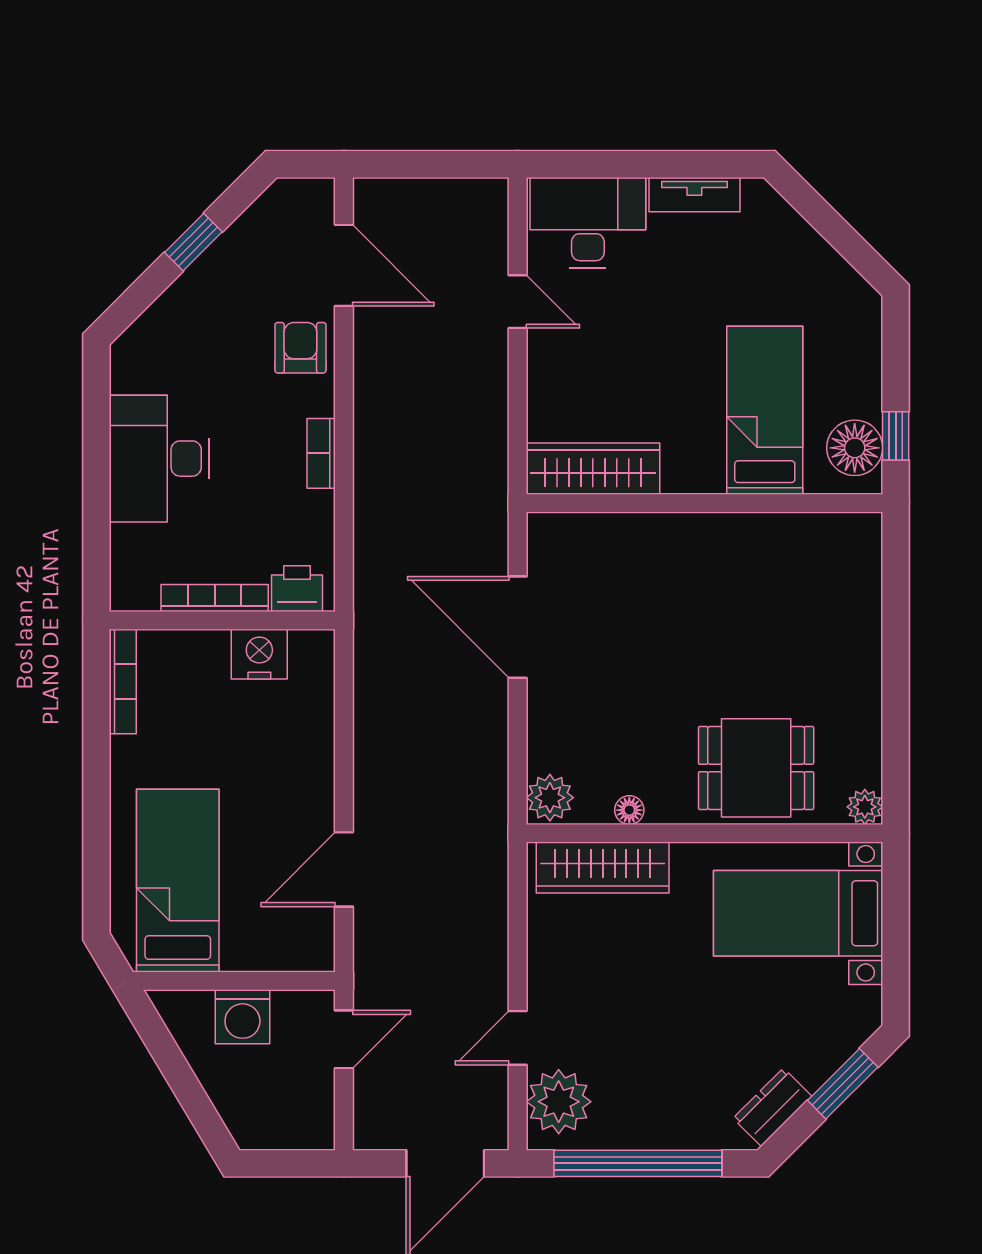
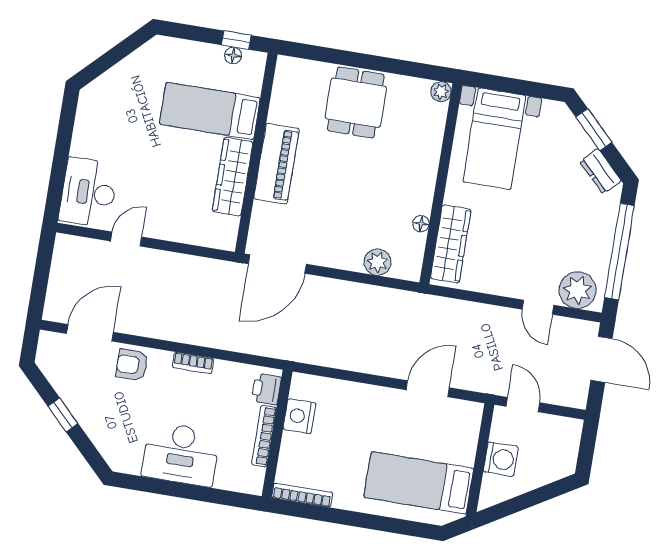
tv unit: (694, 195) -> (83, 130), removed
floor lamp: (855, 448) -> (233, 56), width x0.53, depth x0.53
wardrobe: (593, 469) -> (233, 177), moved
piano: (692, 541) -> (276, 164), added
door: (518, 627) -> (277, 264), moved
dining table: (756, 768) -> (356, 103), moved
plant: (550, 798) -> (378, 262), moved
door: (344, 869) -> (428, 389), swing flipped

